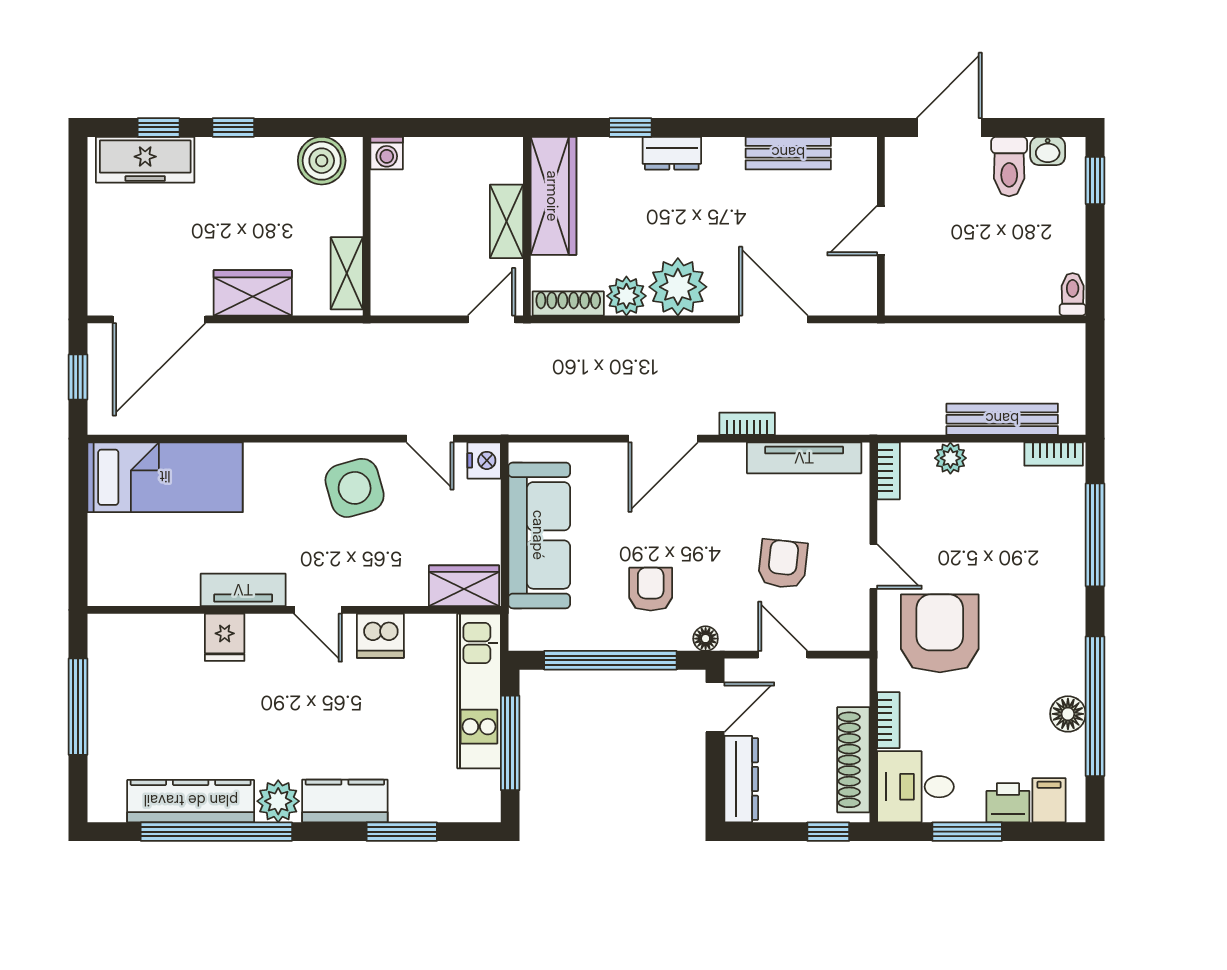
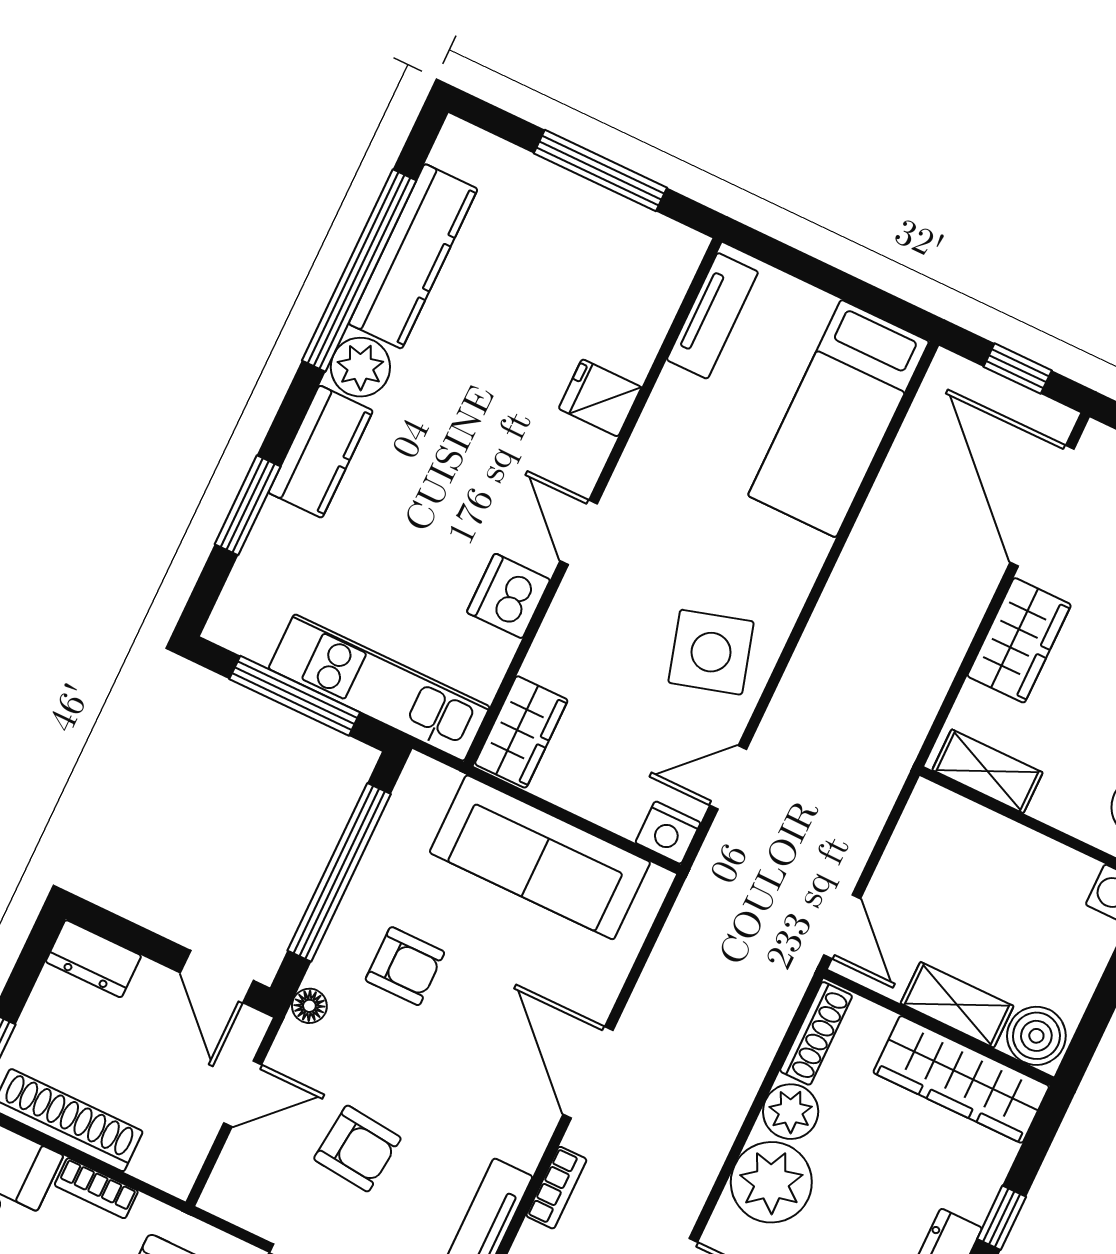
boiler: (502, 161) -> (1036, 1036), added
tv unit: (243, 590) -> (712, 316), moved
door: (318, 610) -> (579, 532), hinge flipped
dresser: (741, 779) -> (93, 959), width x0.70

